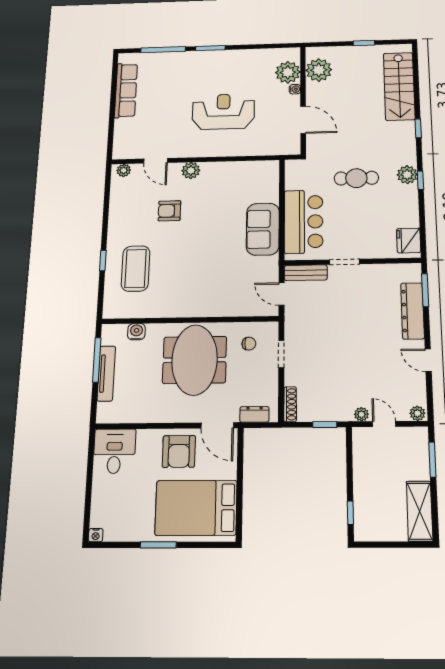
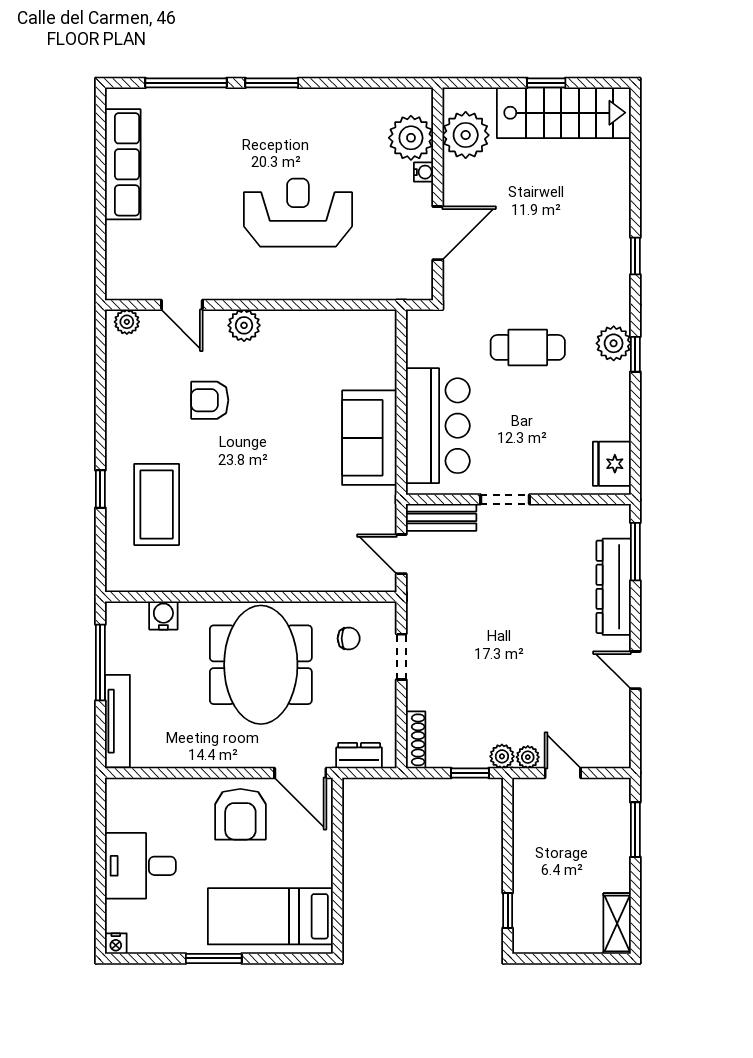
stairs: (399, 86) -> (564, 113), moved, turned -90
door: (303, 120) -> (438, 233), hinge flipped
tv unit: (106, 373) -> (117, 721), moved
plant: (417, 413) -> (502, 756), moved
desk: (114, 451) -> (140, 866), moved, turned -90
bed: (196, 508) -> (270, 916), width x0.67
shelving: (420, 511) -> (617, 924), width x0.67, depth x0.75

